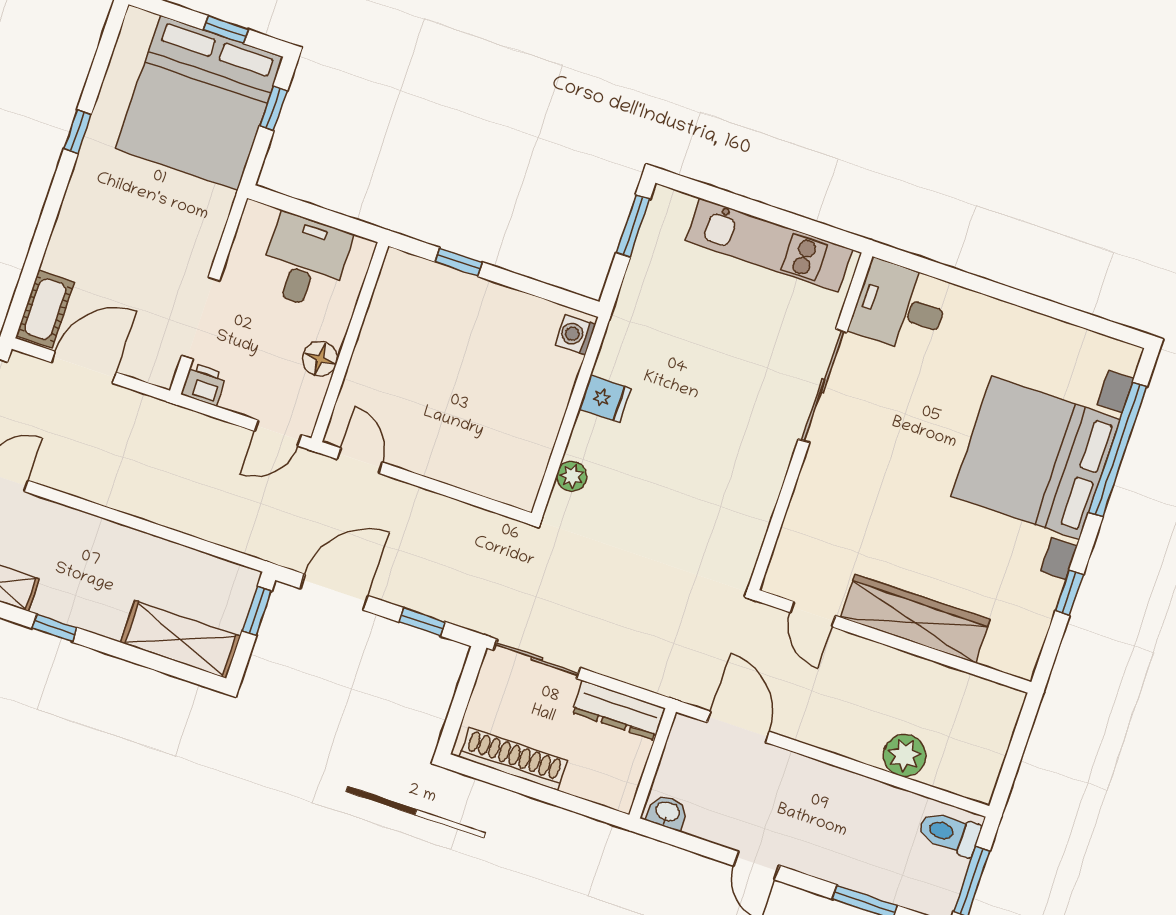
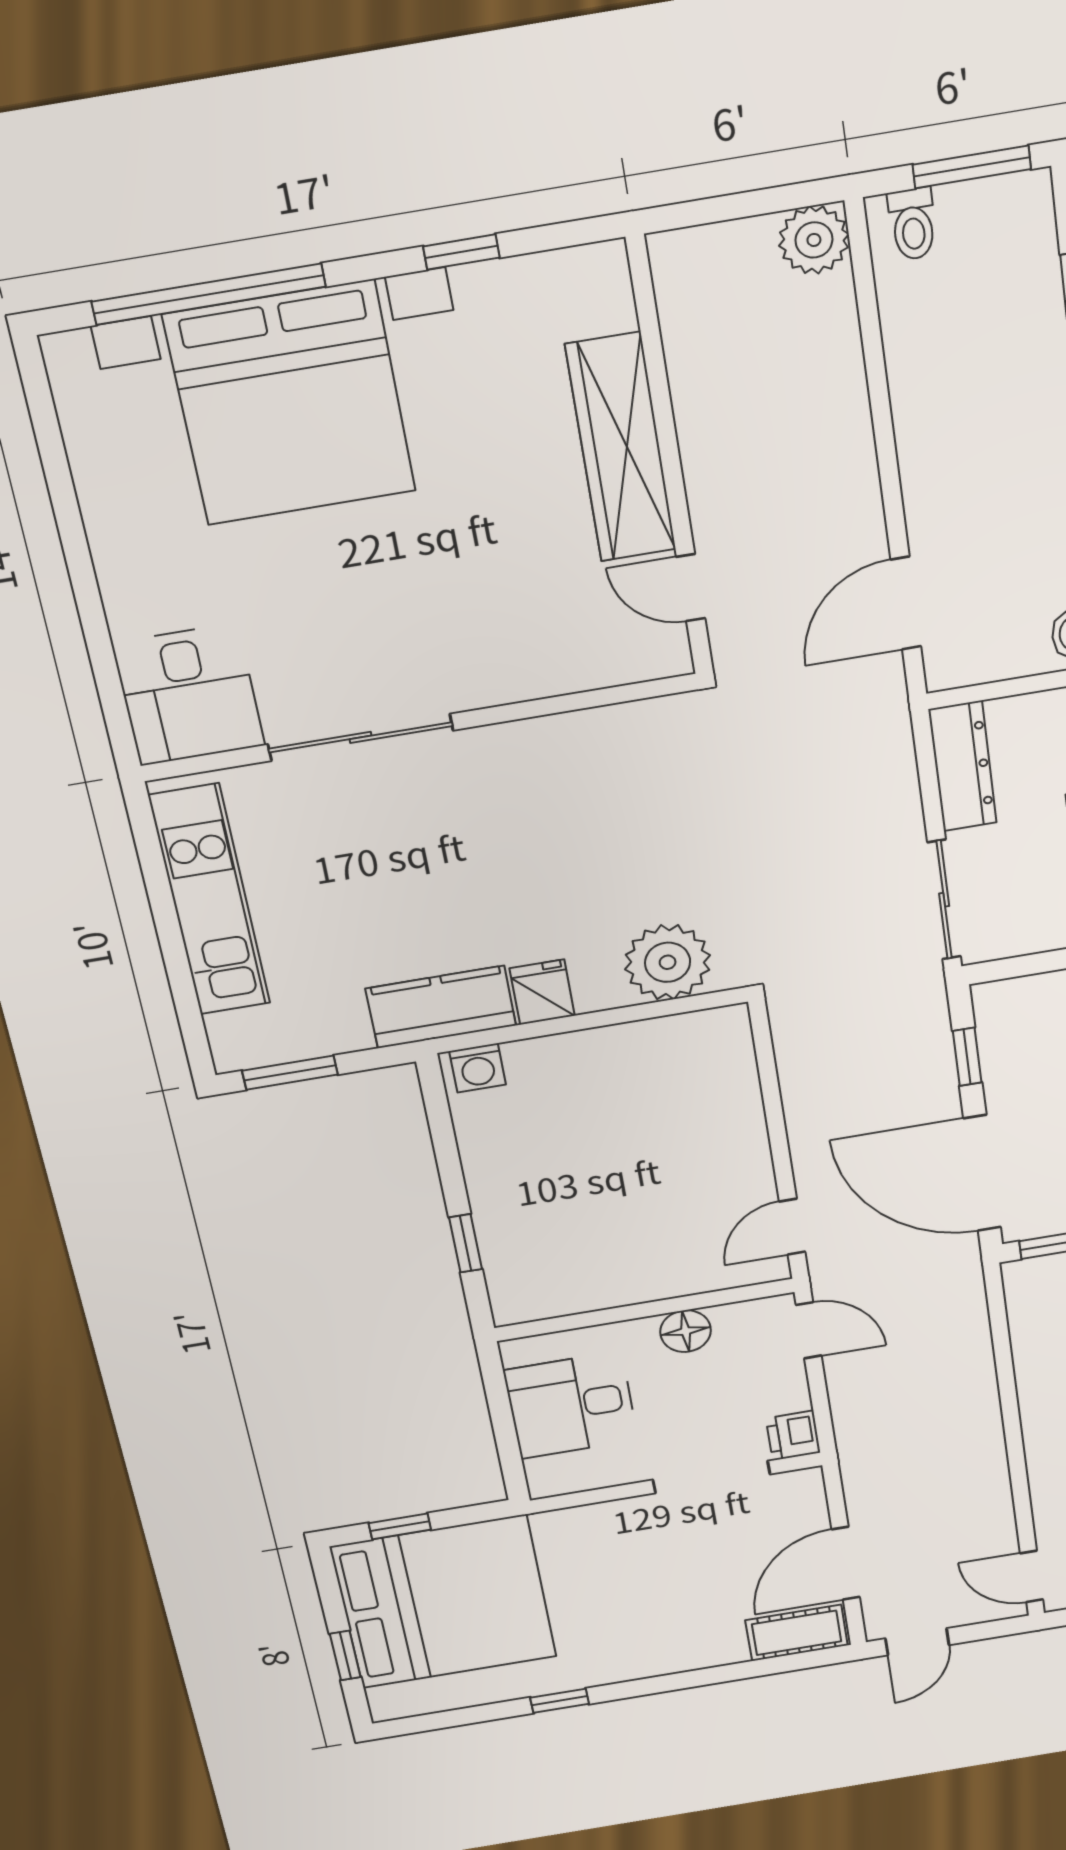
window: (226, 30) -> (345, 1655), moved
kitchen counter: (628, 336) -> (441, 1007), added
door: (84, 367) -> (846, 1563), hinge flipped
plant: (572, 476) -> (668, 962), width x1.88, depth x1.88
door: (334, 592) -> (982, 1173), width x1.36
door: (813, 614) -> (691, 588), swing flipped
plant: (905, 755) -> (814, 240), moved
toilet: (949, 833) -> (913, 224), width x0.73, depth x0.72

